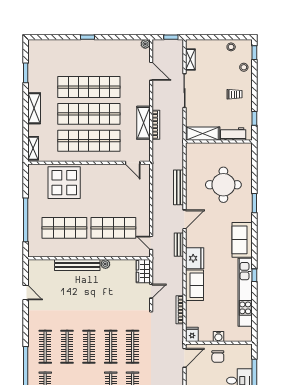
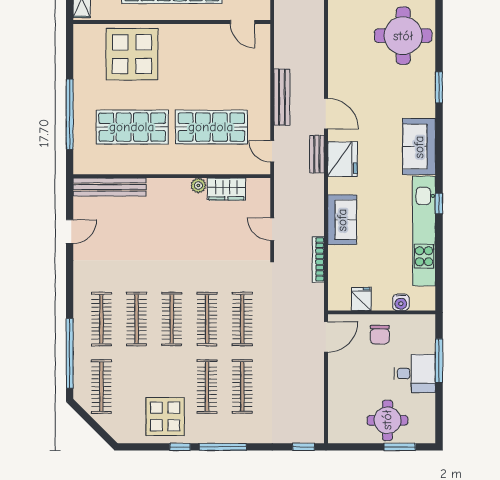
round table: (223, 185) -> (403, 36), moved
bench: (178, 187) -> (282, 97), moved
door: (184, 219) -> (326, 114), hinge flipped
fridge: (195, 258) -> (342, 159), moved
bench: (77, 265) -> (110, 187), moved
wardrobe: (143, 271) -> (226, 189), moved, turned -90
door: (151, 291) -> (272, 229), swing flipped
door: (26, 293) -> (70, 231), hinge flipped
fridge: (192, 334) -> (361, 299), moved
water cooler: (218, 336) -> (401, 302), moved

